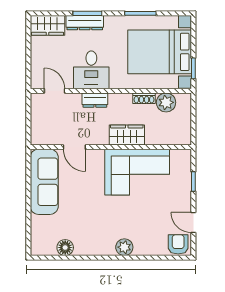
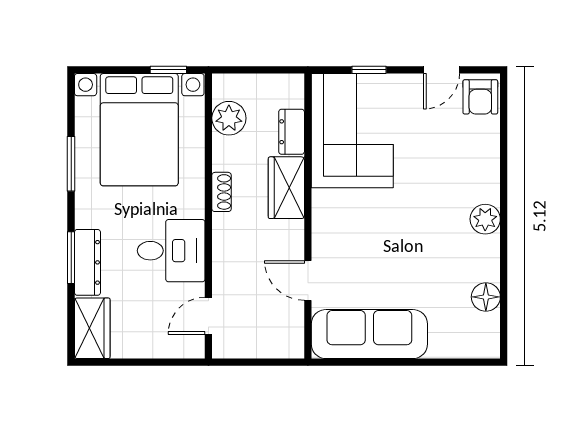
shoe rack: (144, 98) -> (222, 192), moved
dresser: (95, 100) -> (292, 132), moved, turned 180
door: (74, 147) -> (308, 281), swing flipped
corner sofa: (137, 172) -> (352, 131), moved
armchair: (178, 244) -> (480, 97), turned -90
plant: (124, 247) -> (485, 219), moved

